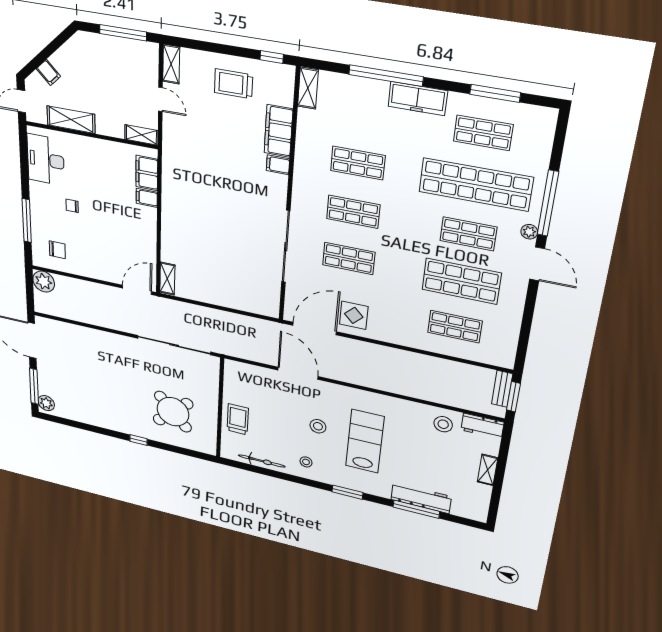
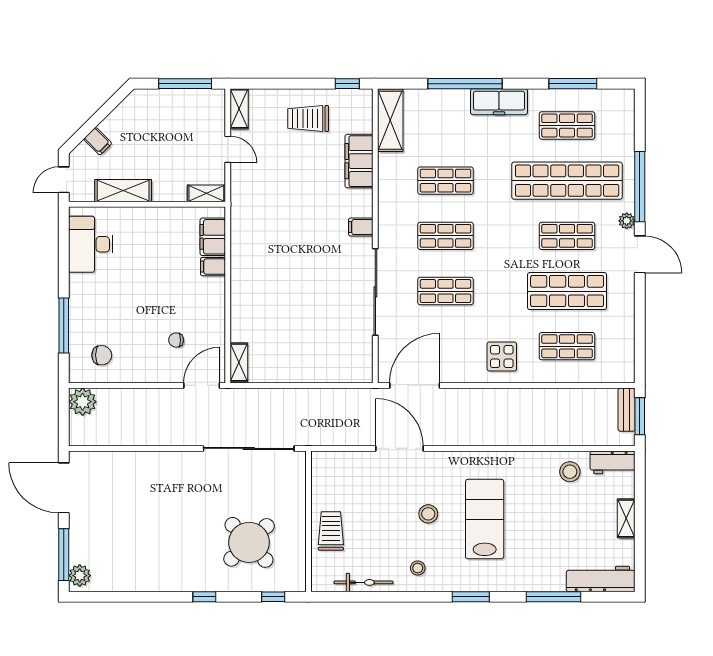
shelving: (308, 88) -> (390, 120), width x1.50, depth x1.33
filing cabinet: (278, 165) -> (361, 227), moved
chair: (72, 206) -> (176, 340), moved
display table: (354, 315) -> (502, 356), moved
window: (191, 453) -> (273, 597), added
workbench: (421, 498) -> (601, 579), moved

